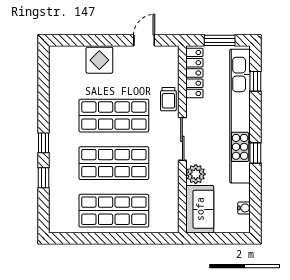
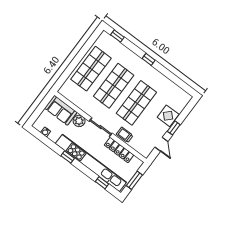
window: (110, 40) -> (174, 128), added
locker: (194, 73) -> (119, 150), moved
window: (43, 178) -> (117, 36), moved

